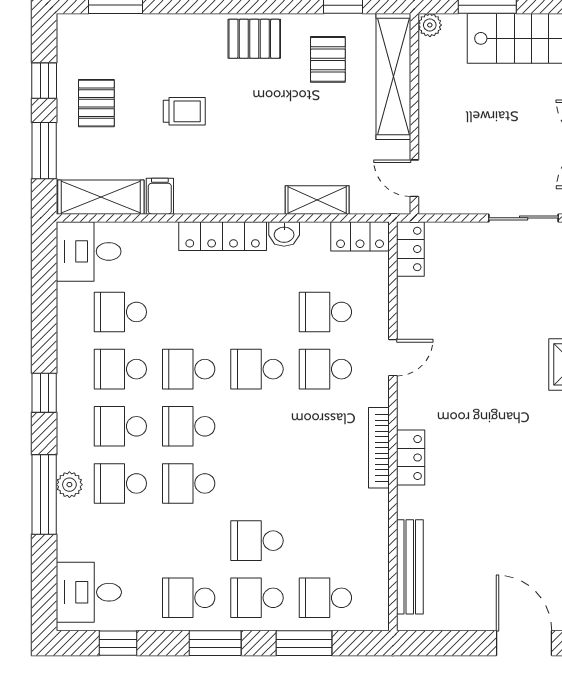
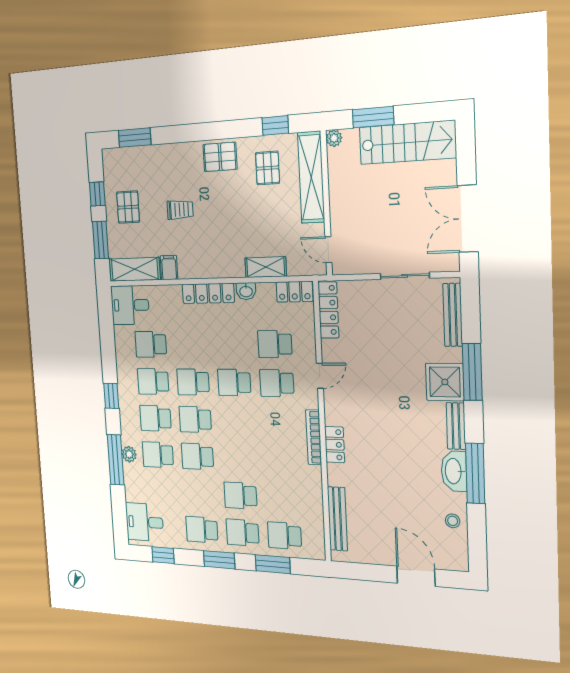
locker: (410, 249) -> (328, 310), width x1.53

